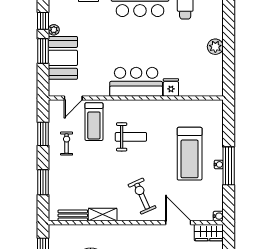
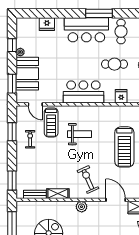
cafe table: (177, 45) -> (114, 64), added
window: (43, 51) -> (12, 84), moved
fridge: (171, 87) -> (121, 96), moved
door: (73, 98) -> (35, 104), hinge flipped
window: (43, 182) -> (12, 181), moved
plant: (134, 232) -> (82, 207), added

